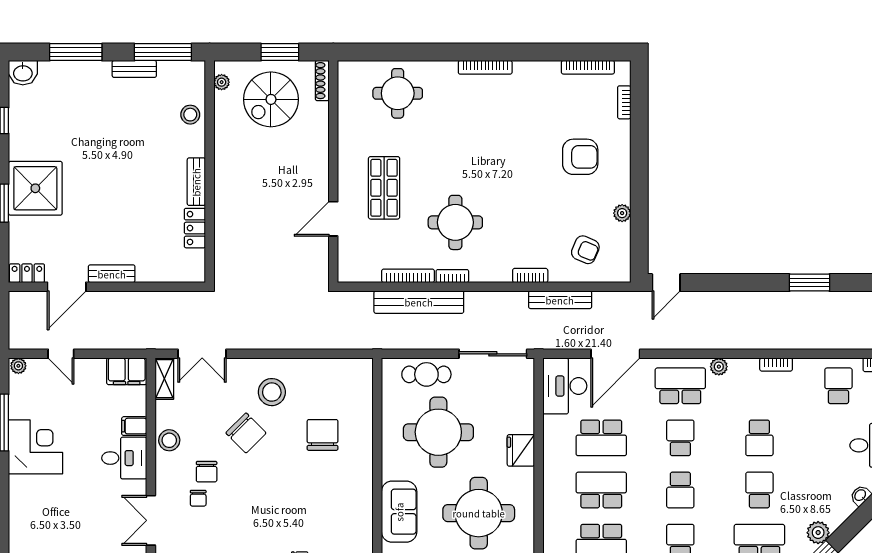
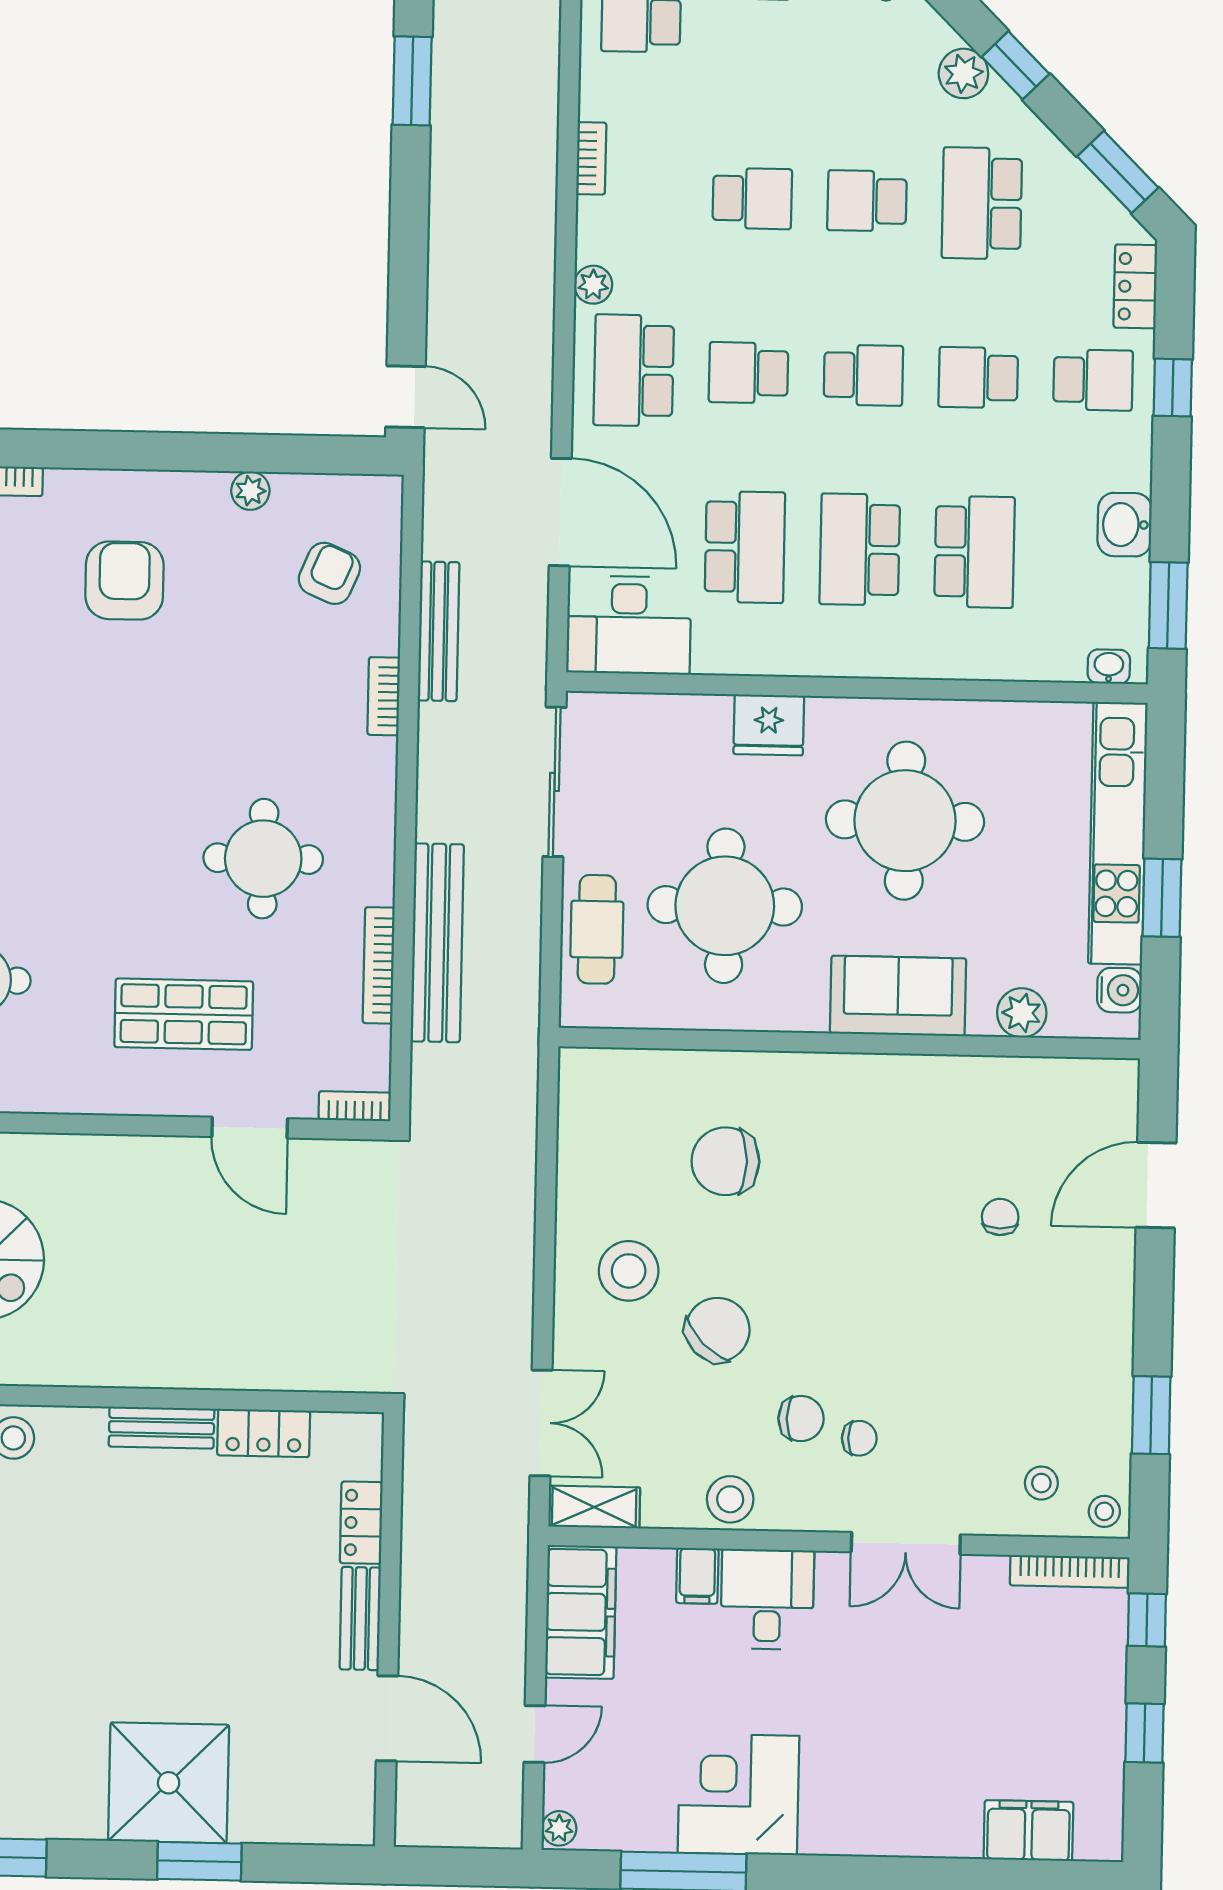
locker: (27, 273) -> (361, 1523), moved
bookcase: (452, 276) -> (355, 1106), moved, turned 90
filing cabinet: (127, 371) -> (581, 1612), width x1.50, depth x1.17

